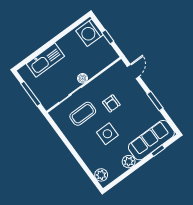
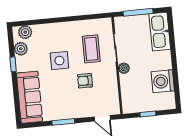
washing machine: (90, 33) -> (163, 81), moved, turned -90
kitchen sink: (45, 60) -> (160, 32), moved
window: (158, 151) -> (13, 64), moved
plant: (129, 162) -> (21, 49), moved

